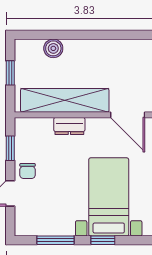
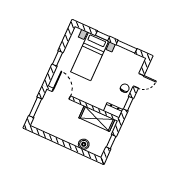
shelving: (65, 100) -> (97, 119), width x0.68
dresser: (69, 126) -> (113, 110), moved

